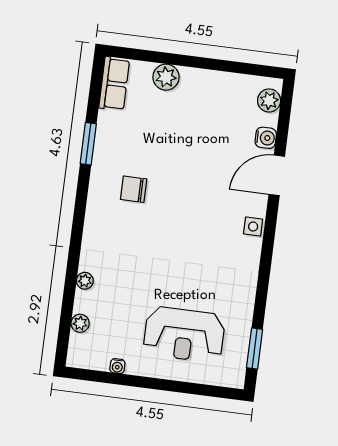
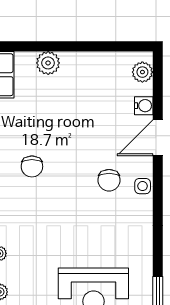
chair: (134, 189) -> (32, 166), turned -90
chair: (217, 215) -> (109, 180), added

